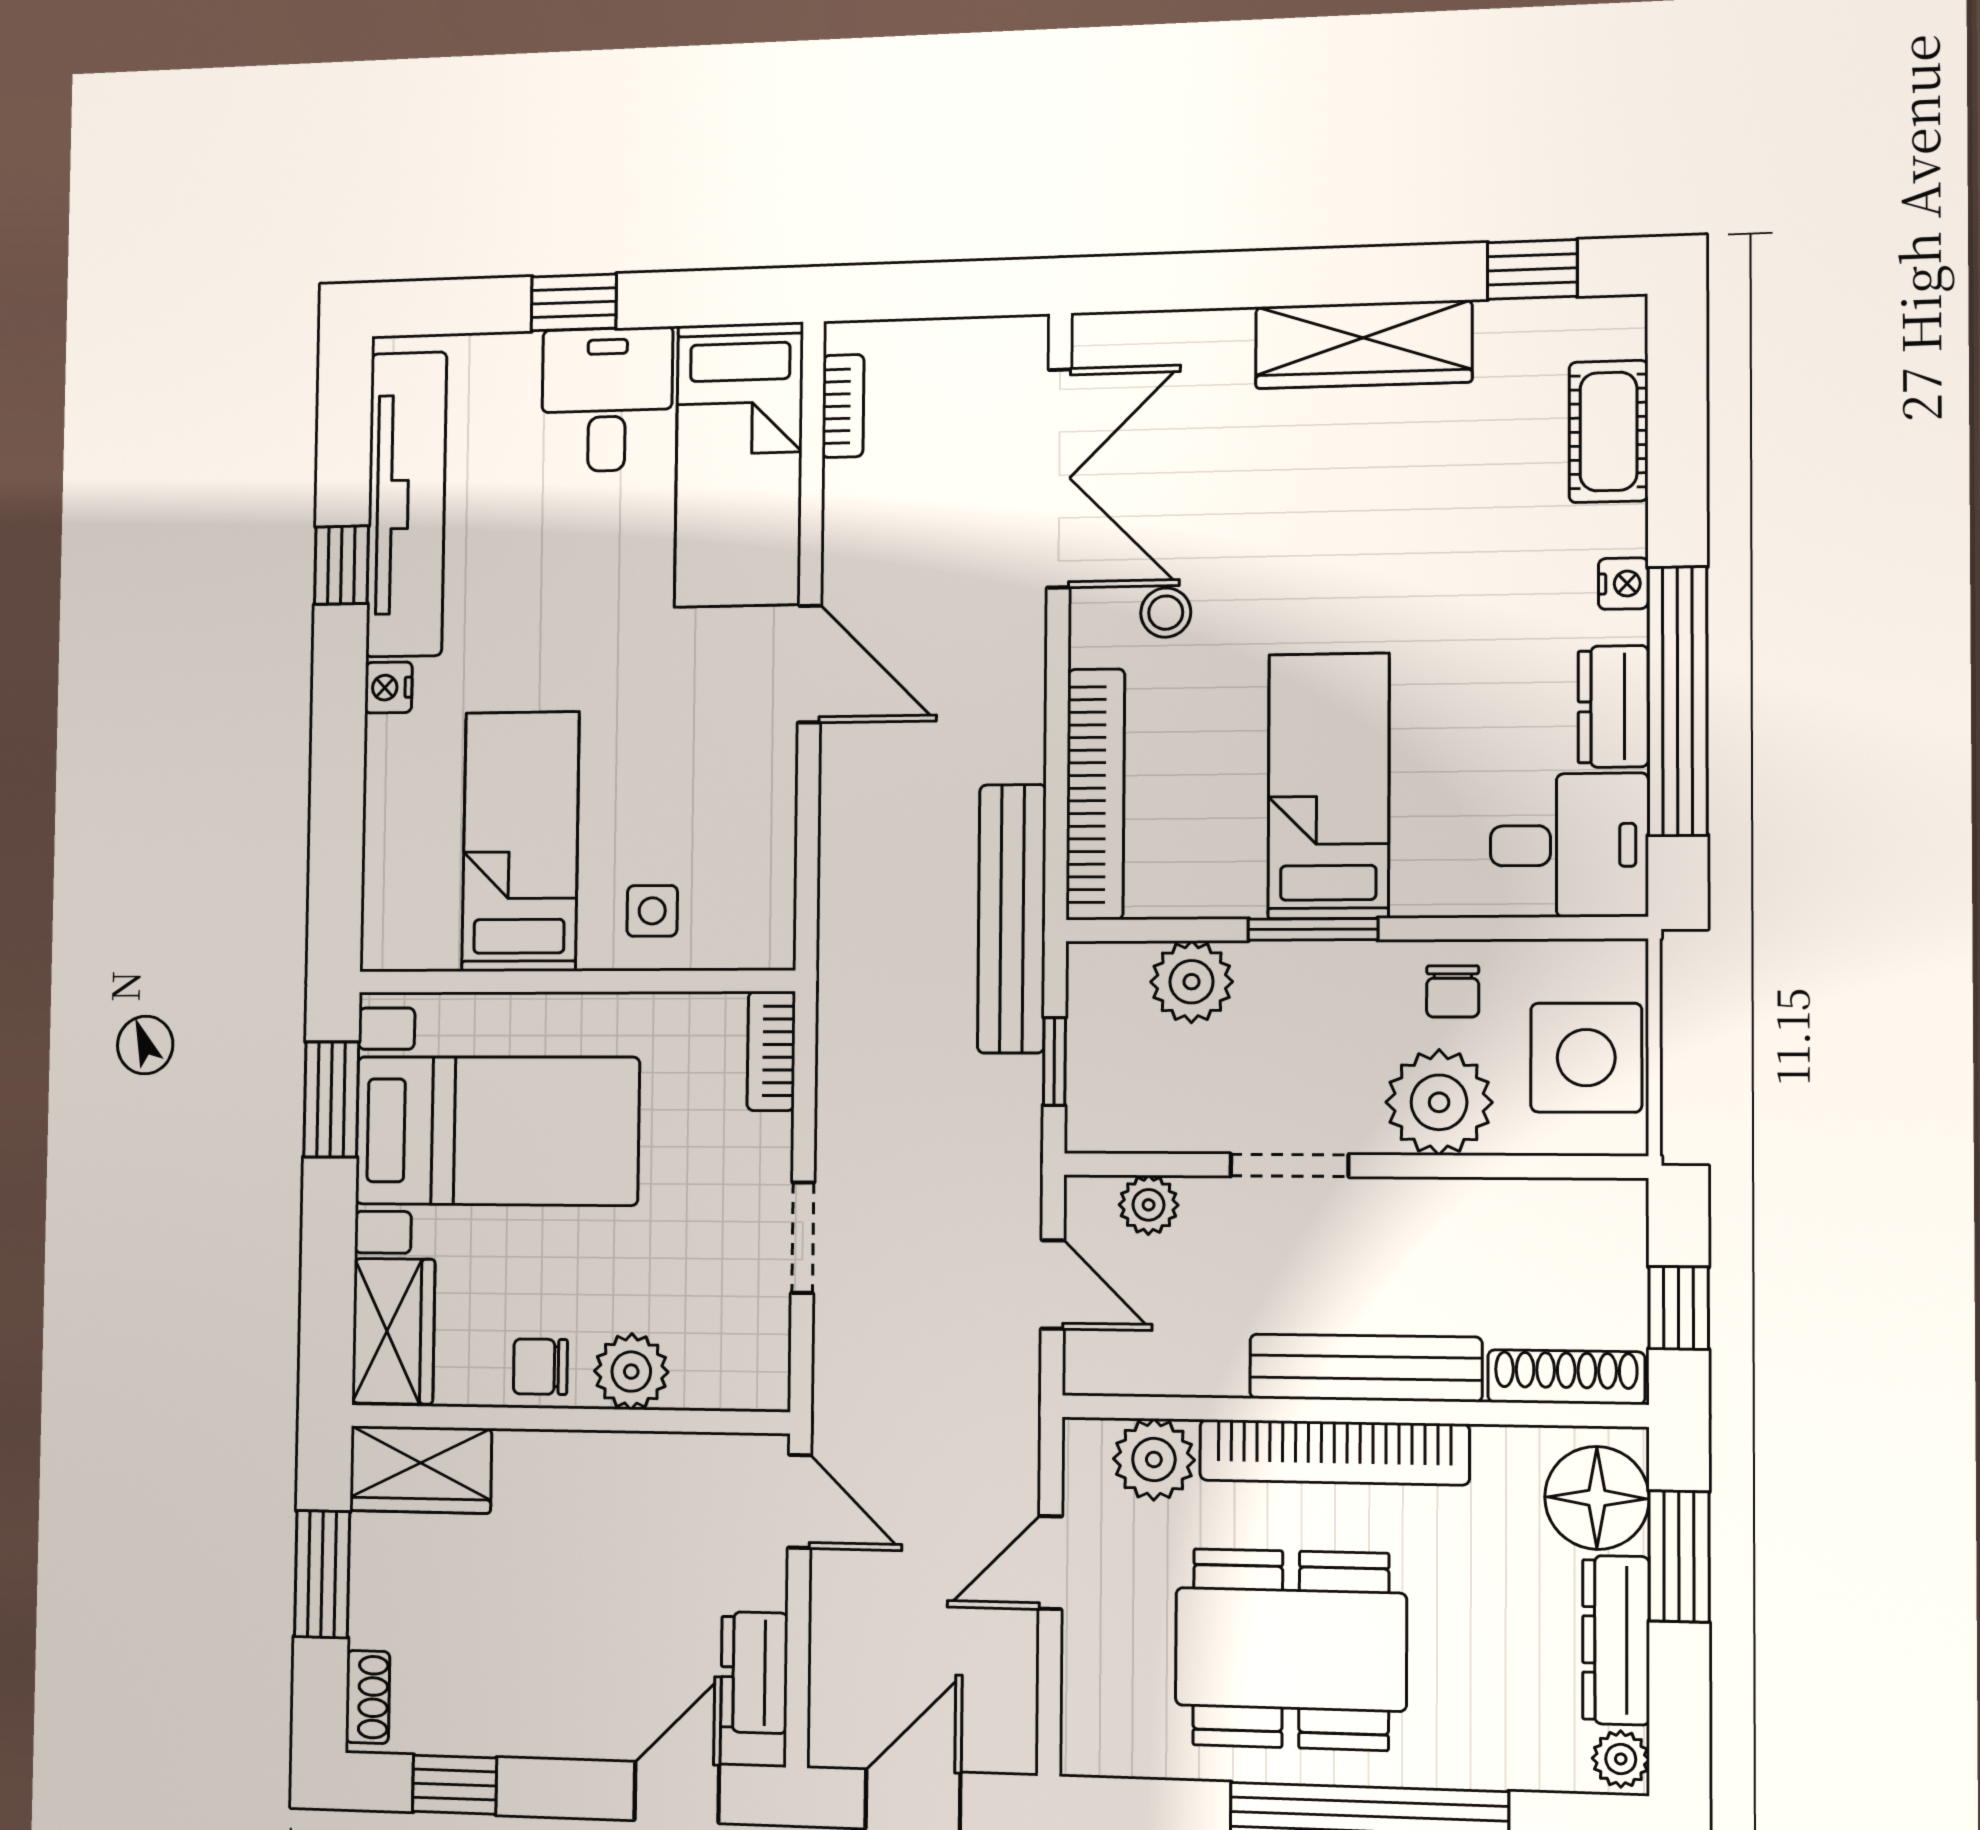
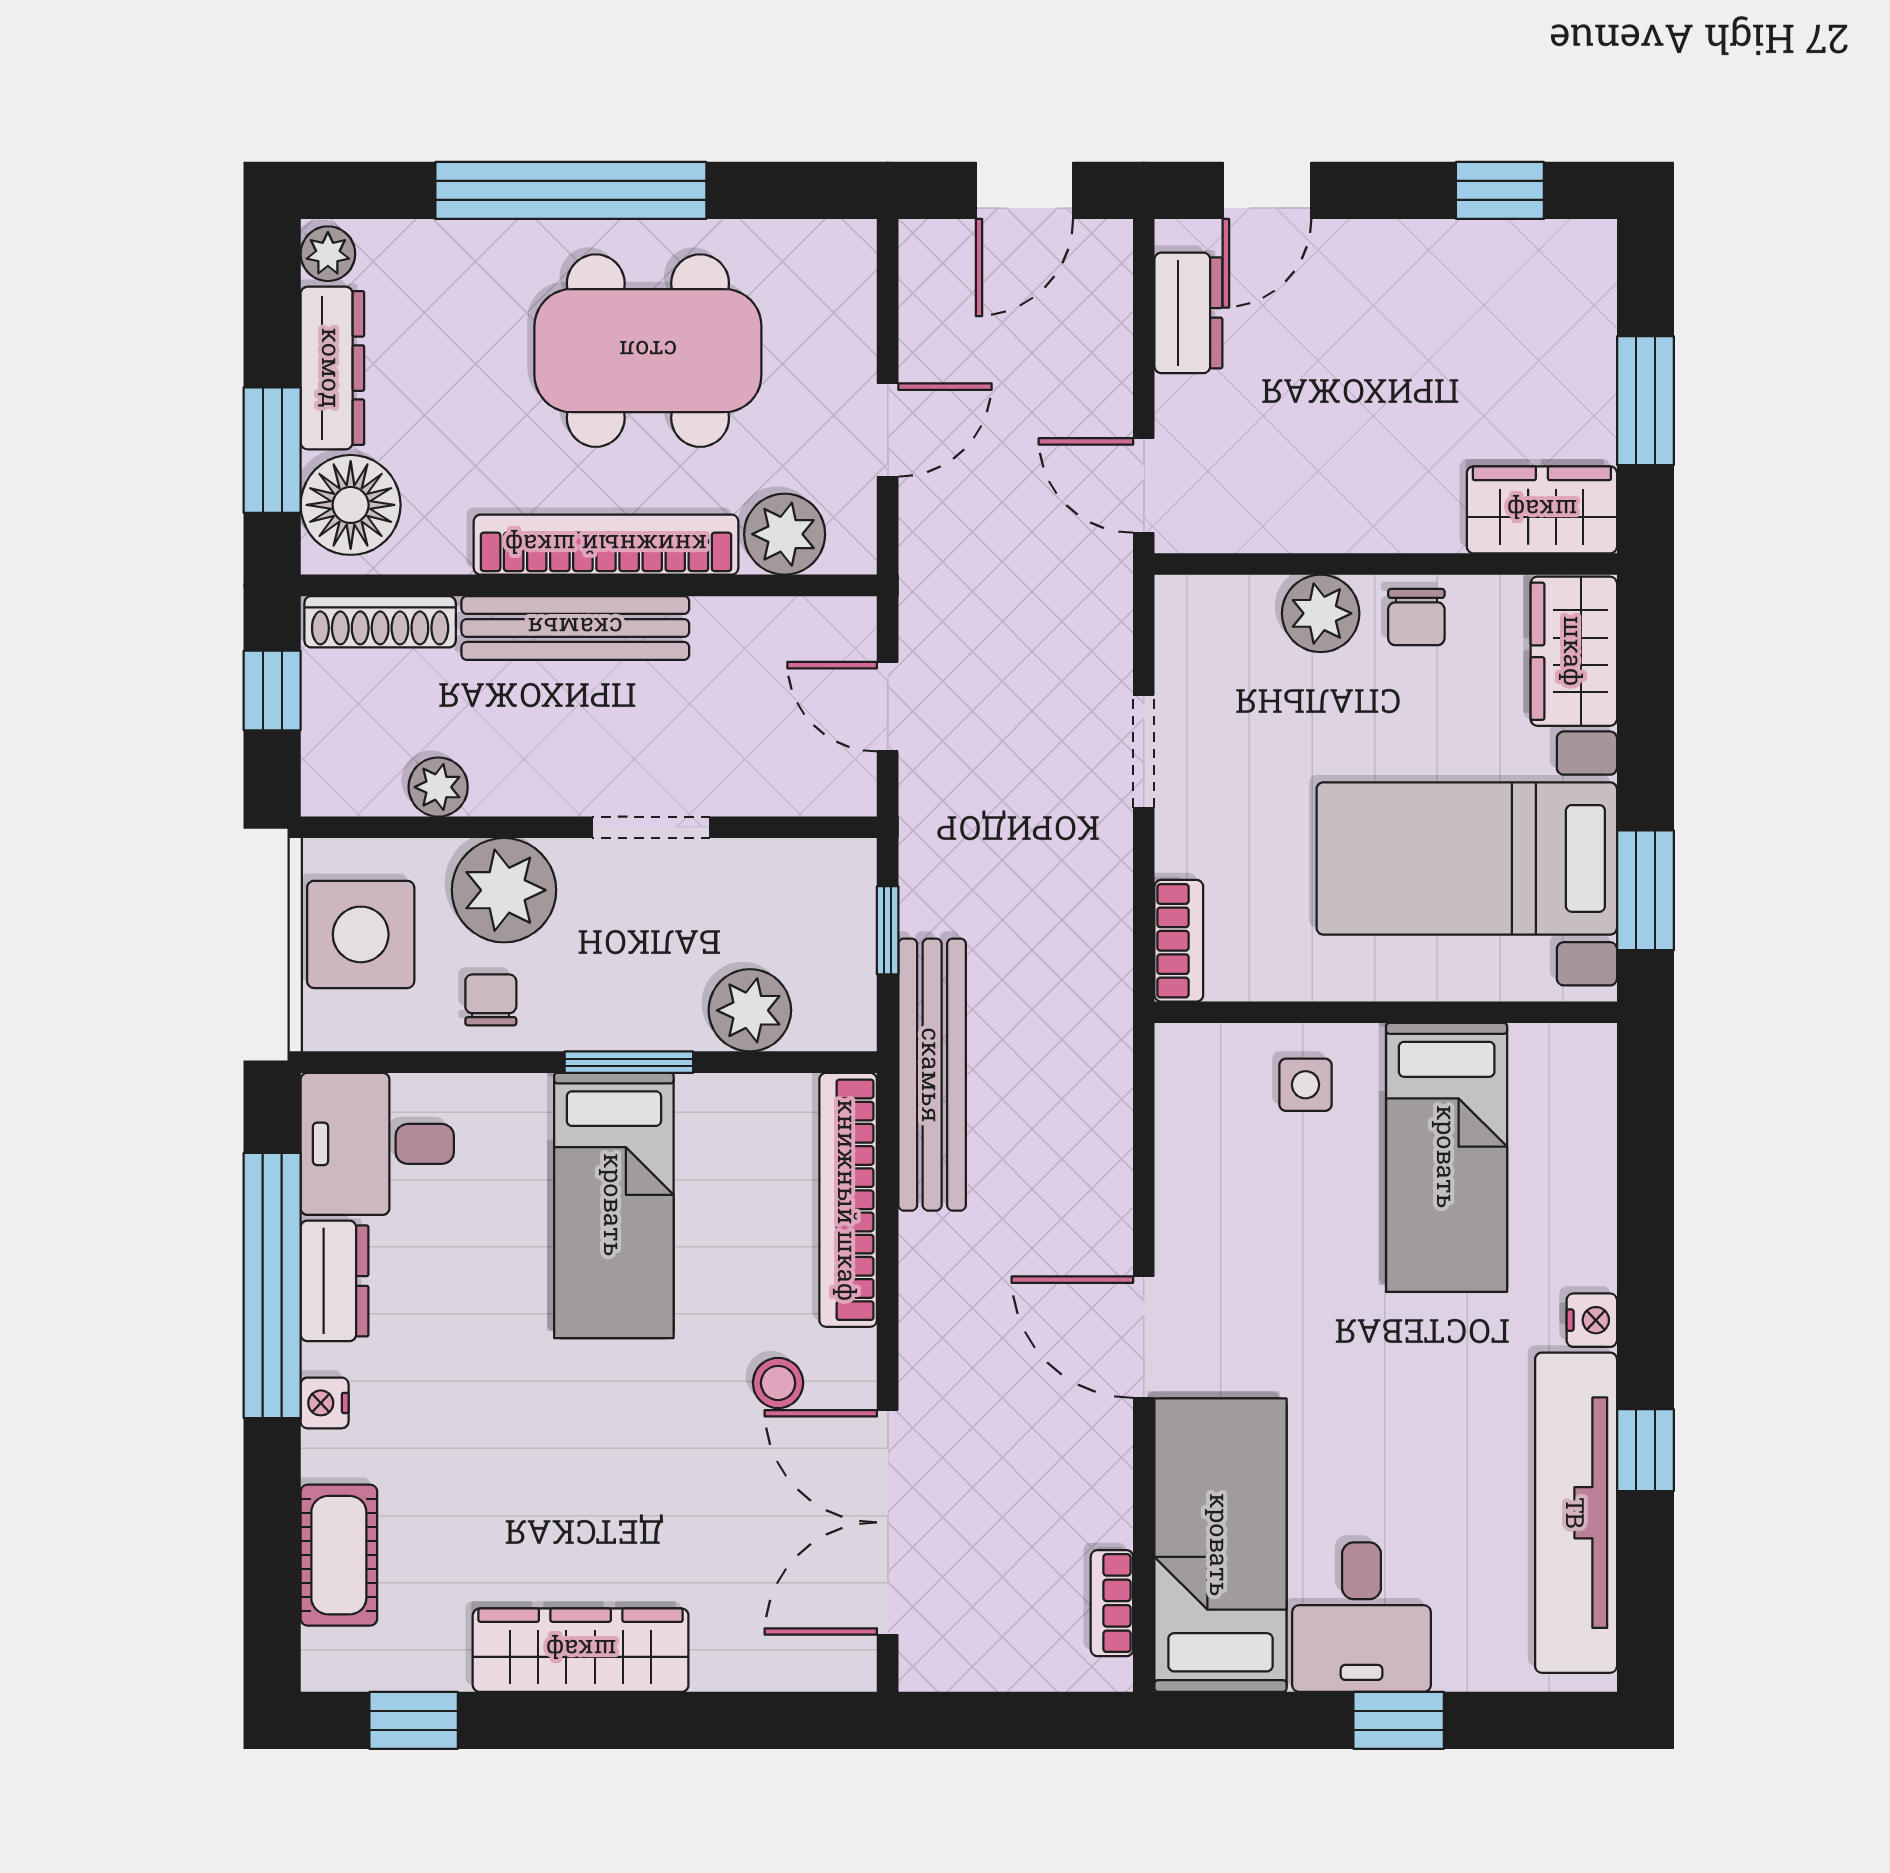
plant: (1149, 1205) -> (438, 787), moved
chair: (540, 1367) -> (1416, 617), turned 90
shoe rack: (368, 1697) -> (1594, 276), removed

